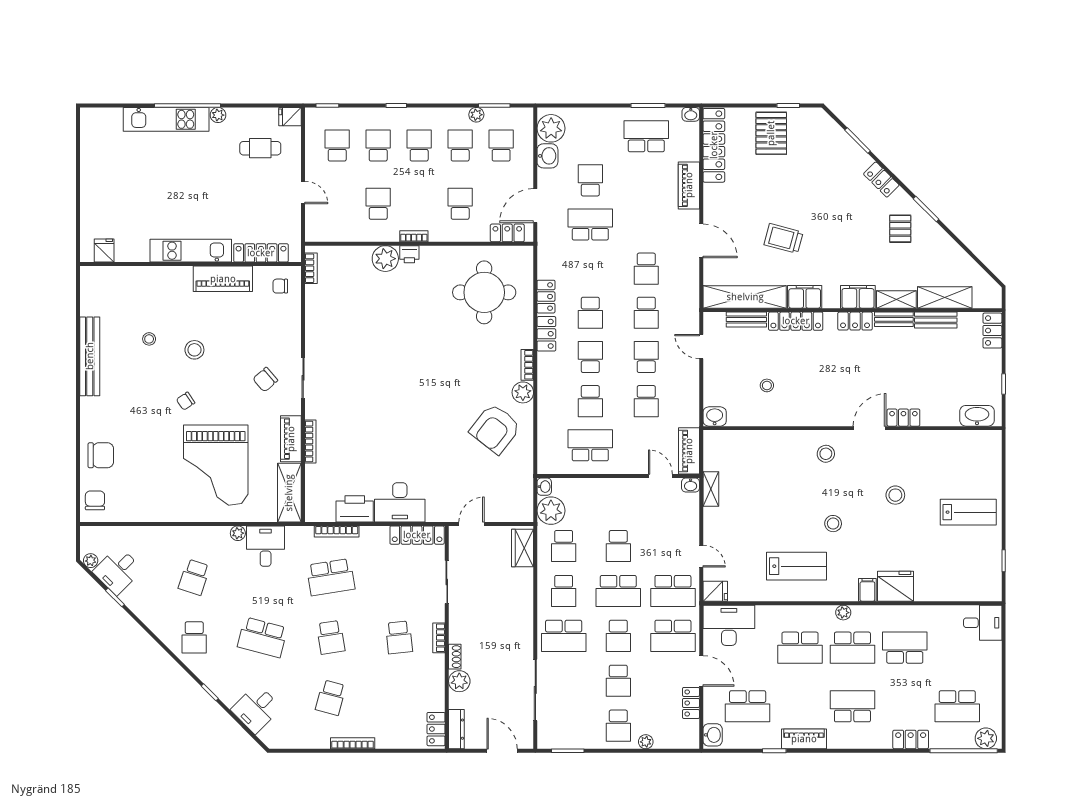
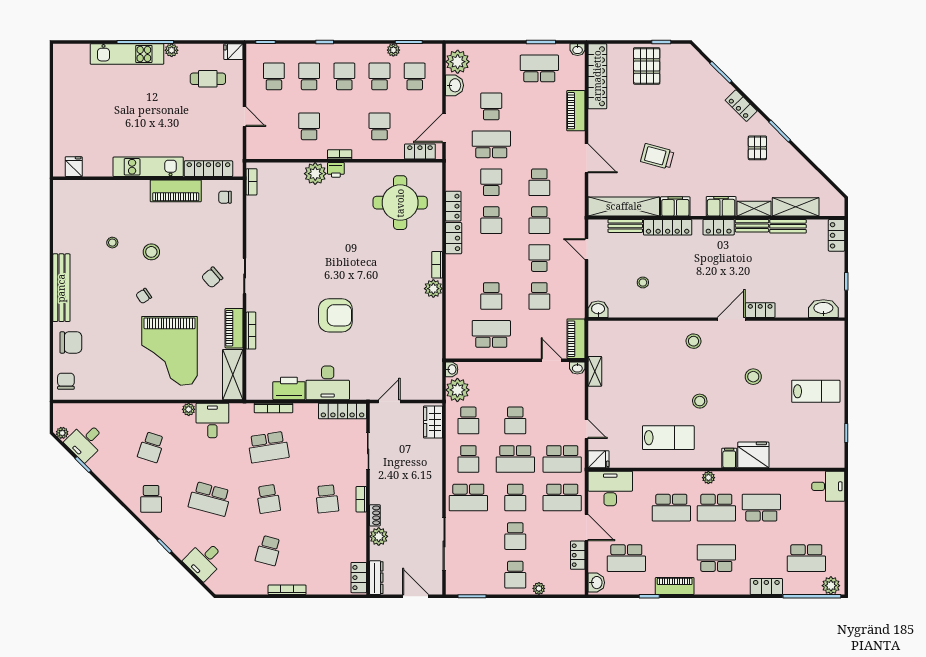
bench: (90, 356) -> (61, 288), moved
school desk: (590, 357) -> (491, 182), moved
armchair: (495, 429) -> (335, 315), moved, turned -128

